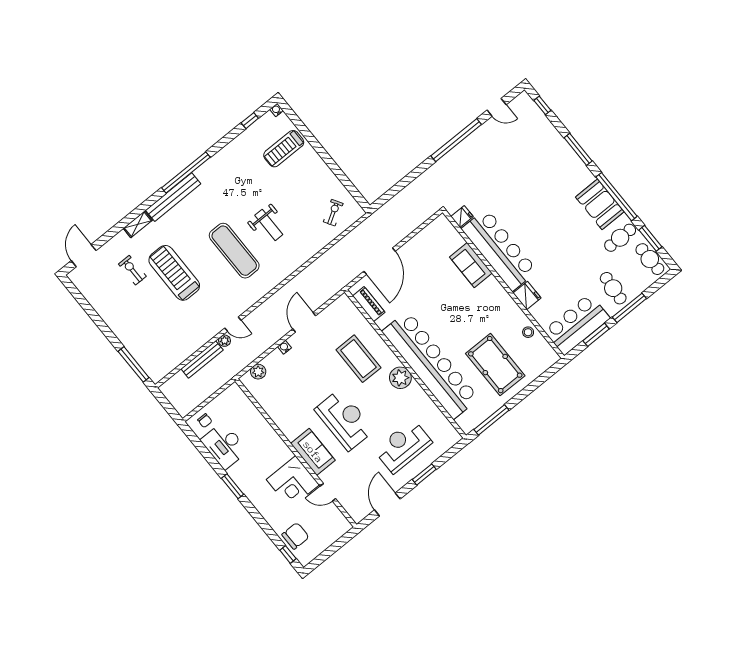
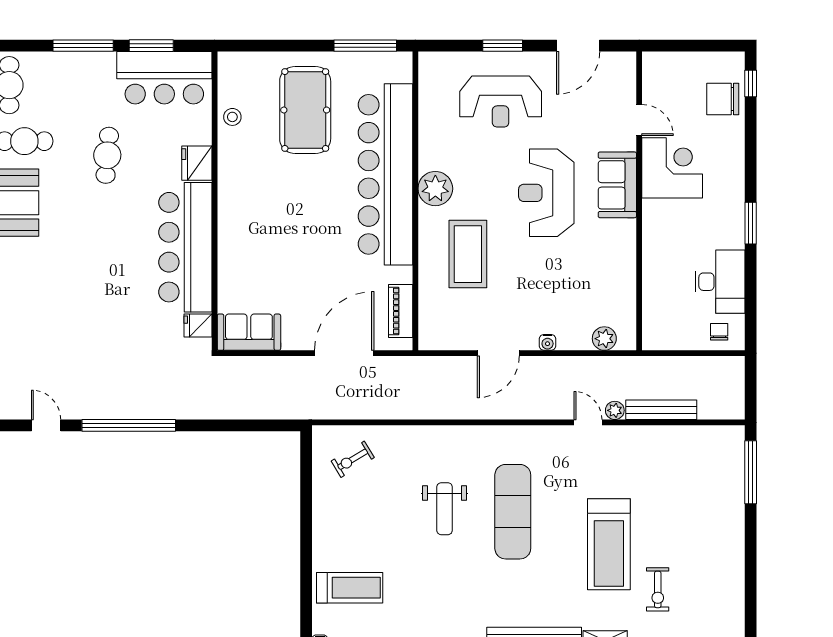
weight bench: (269, 225) -> (445, 509), turned 180
sofa: (471, 265) -> (249, 332), moved, turned -90
cafe table: (613, 288) -> (107, 155), moved

